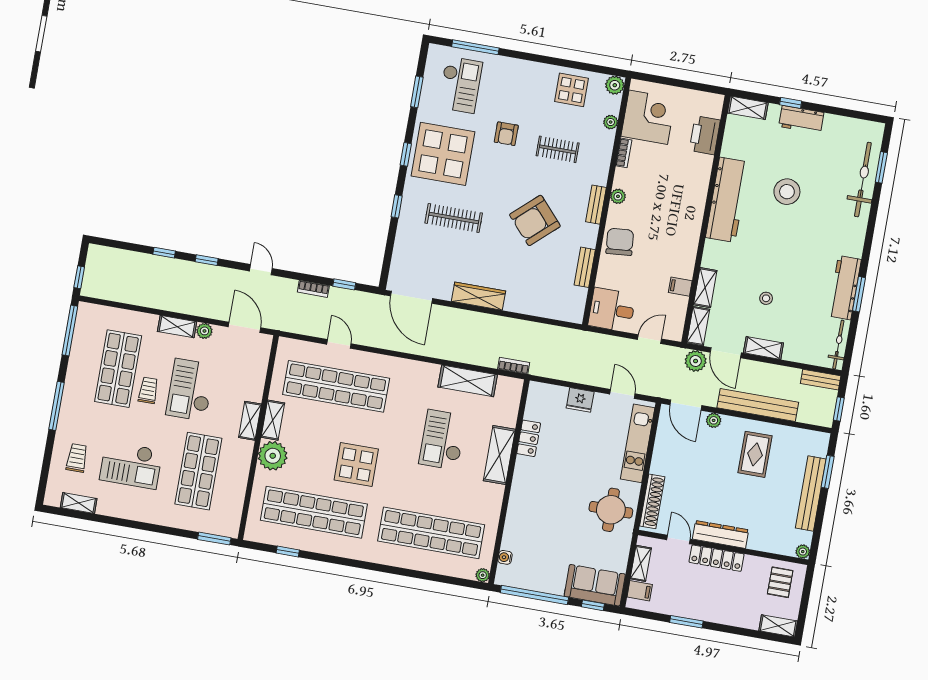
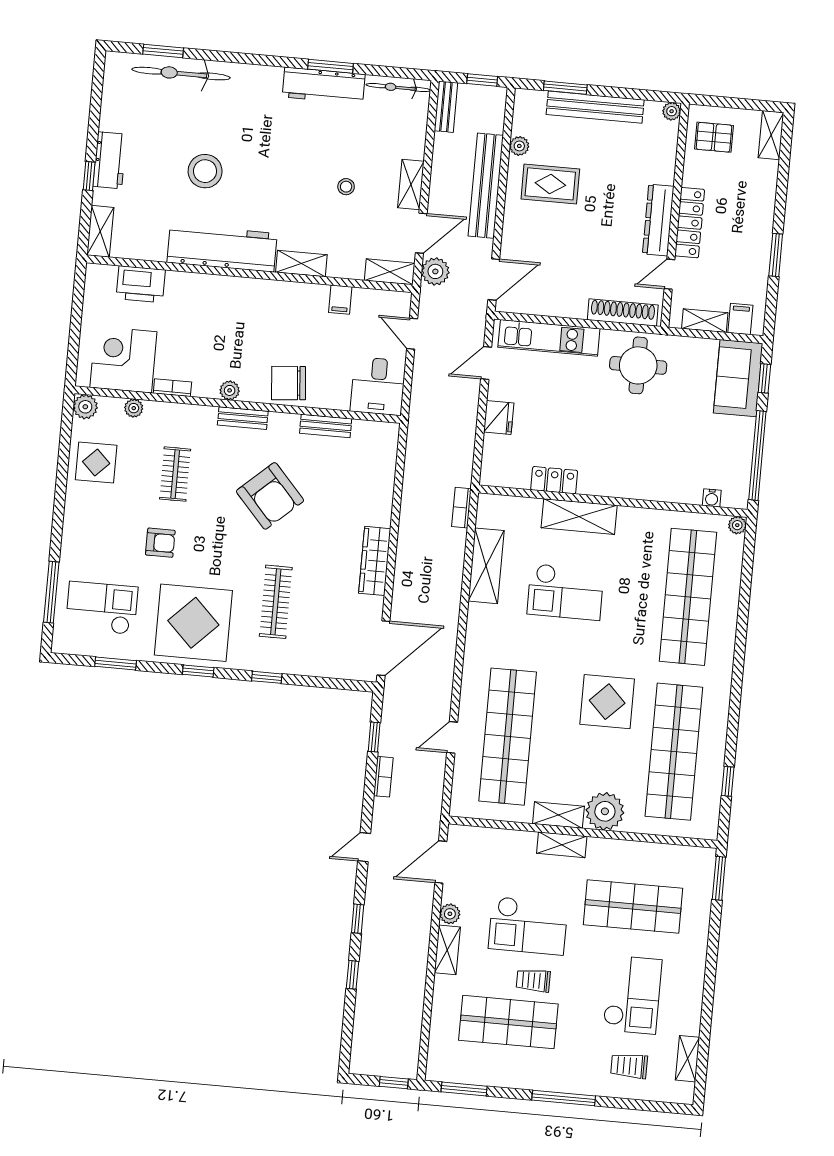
shelving: (705, 288) -> (301, 264), moved
window: (70, 330) -> (464, 1089), width x0.69
plant: (714, 420) -> (519, 146), moved

